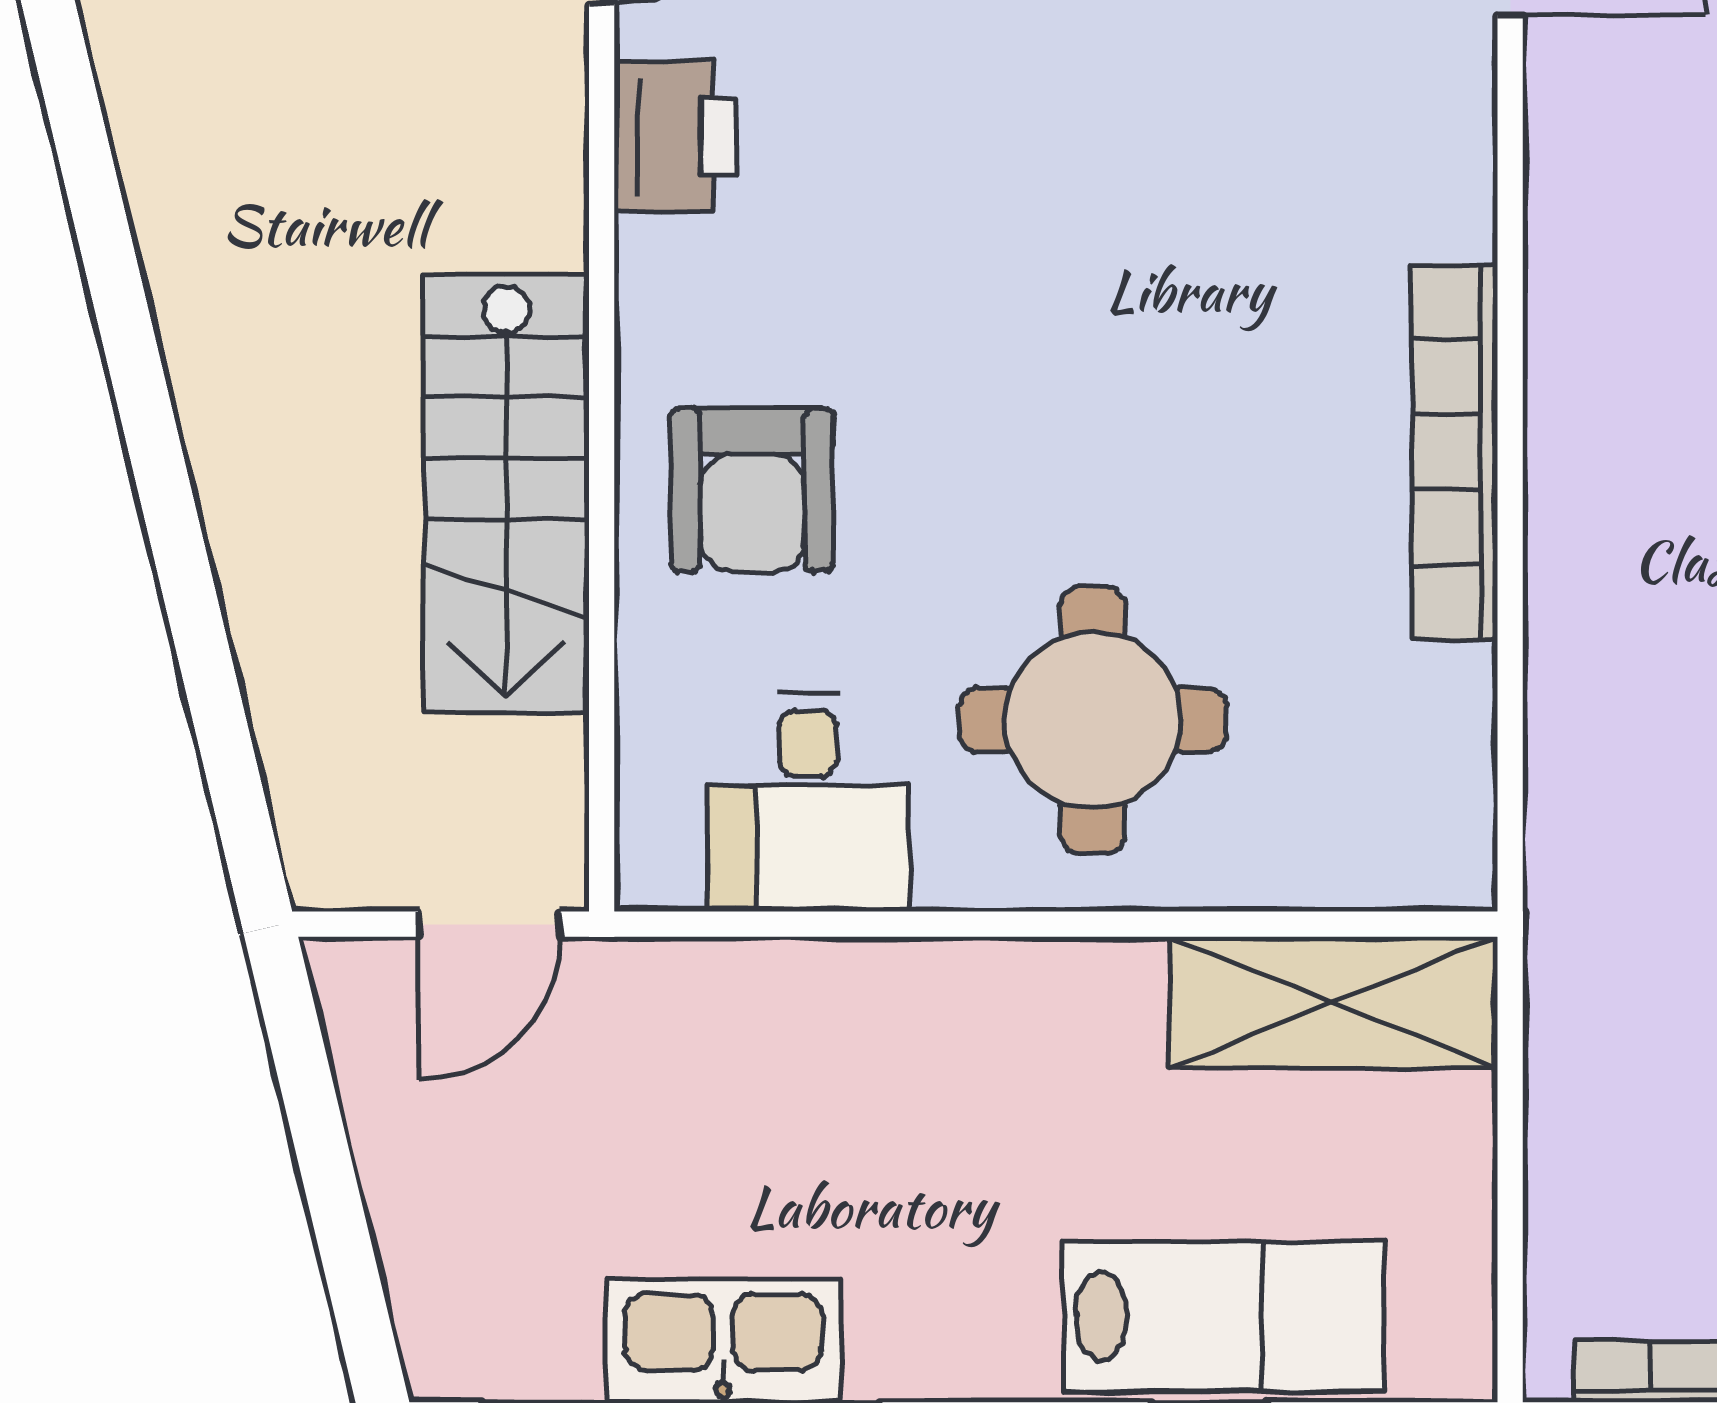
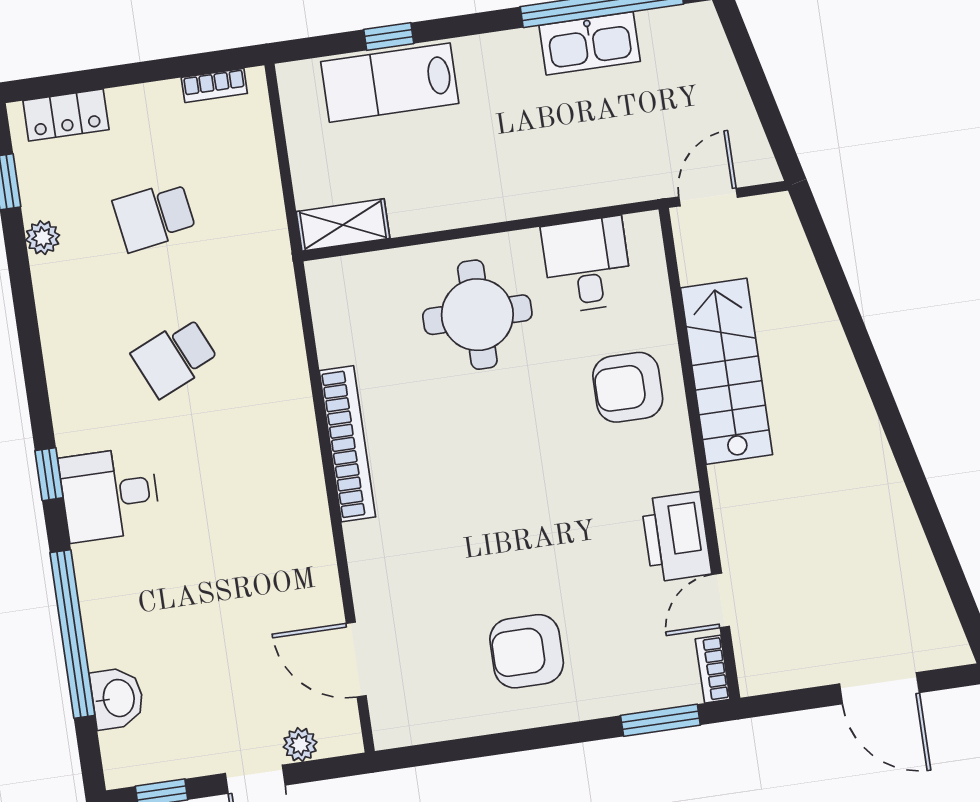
printer: (676, 136) -> (676, 537), width x1.37, depth x1.19
armchair: (752, 490) -> (628, 387), turned -90
shelving: (1333, 1002) -> (343, 225), width x0.67, depth x0.75

